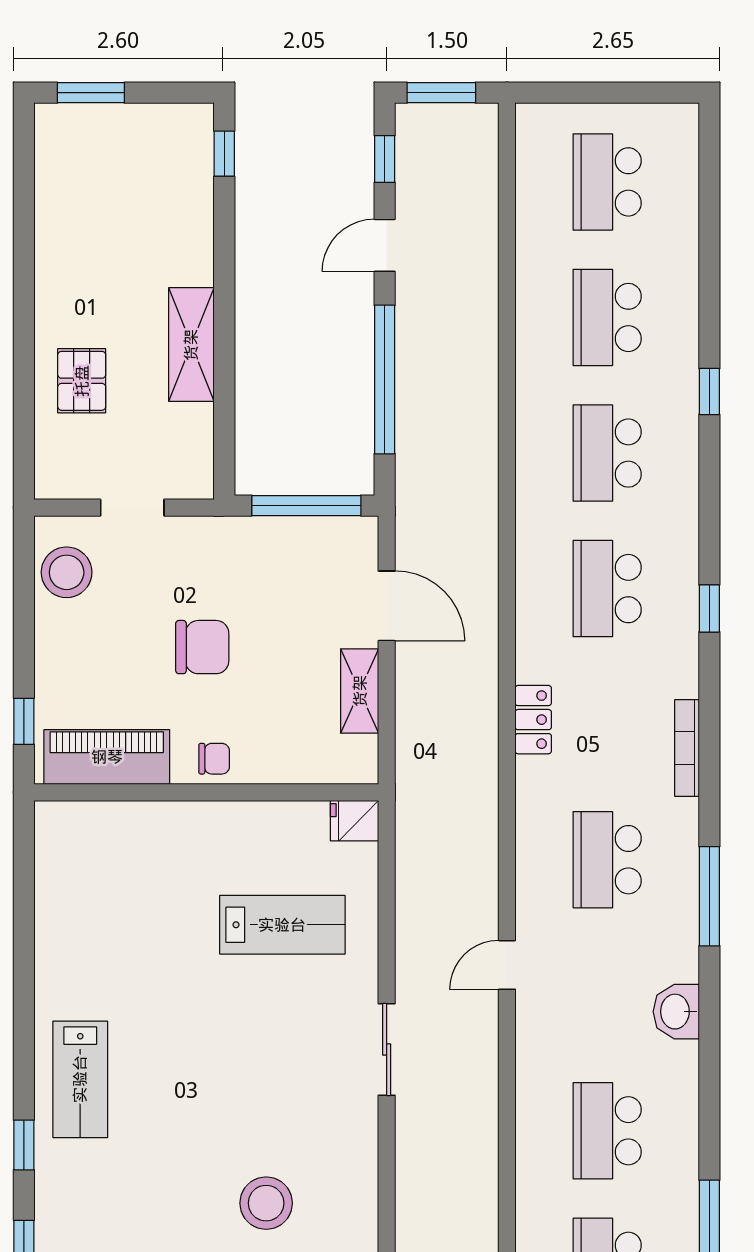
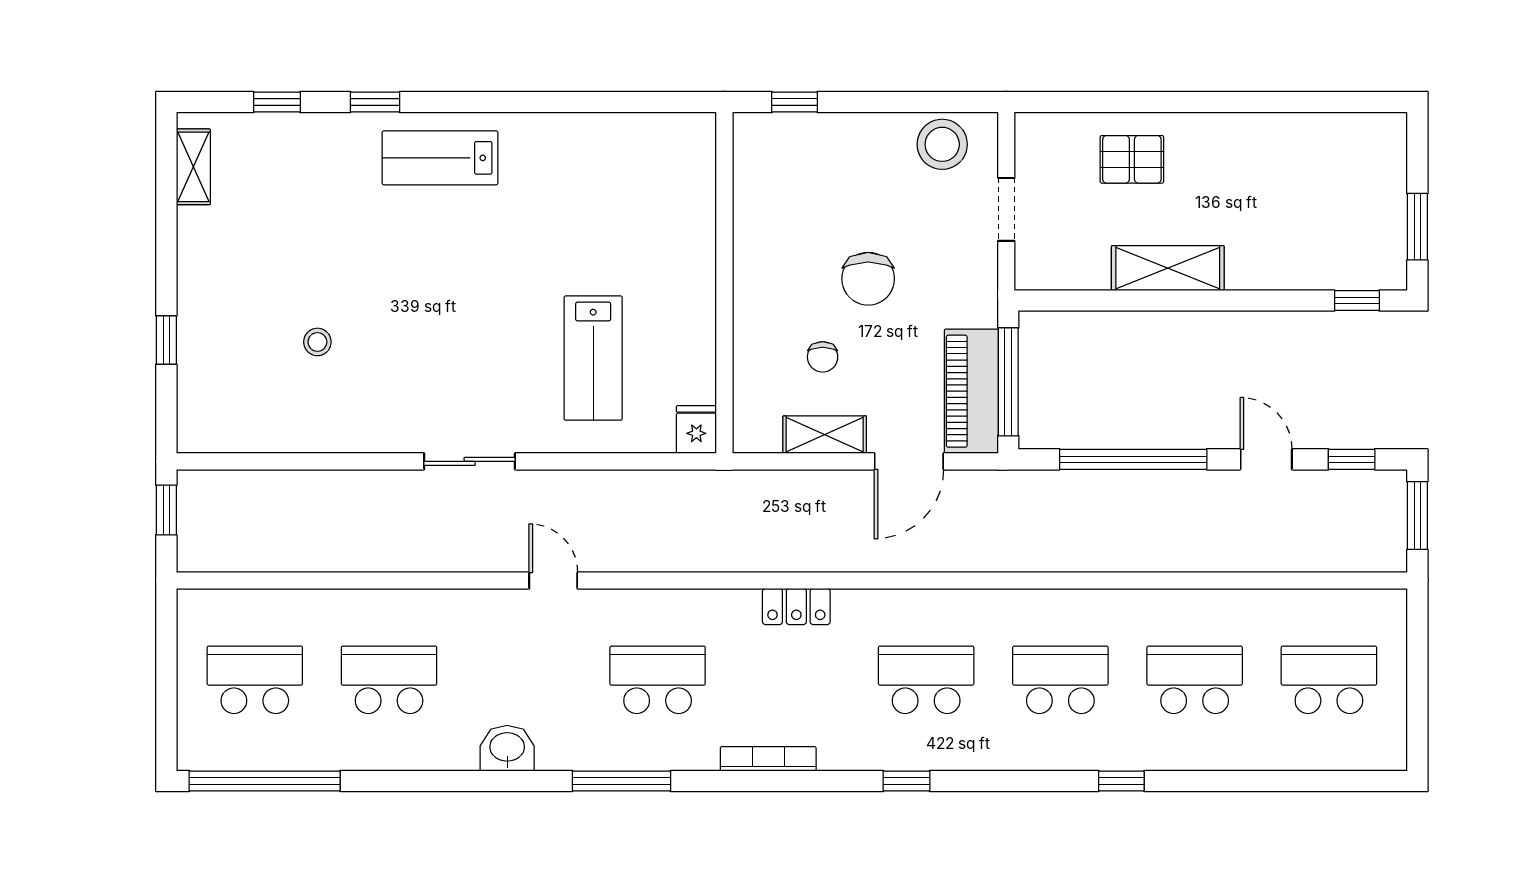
window: (91, 93) -> (1417, 227), moved
piano: (107, 757) -> (971, 391), moved, turned 180
chair: (214, 759) -> (823, 357), moved
stool: (266, 1203) -> (317, 342), width x0.53, depth x0.53

